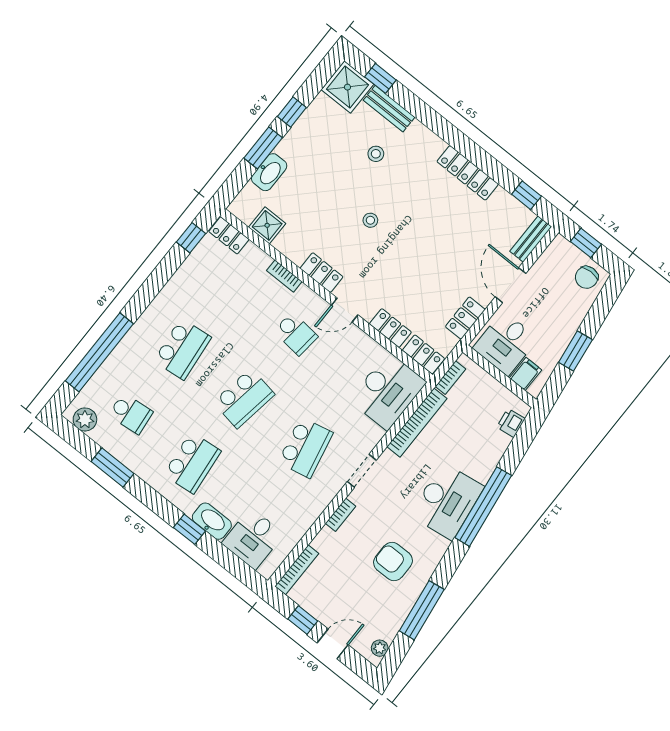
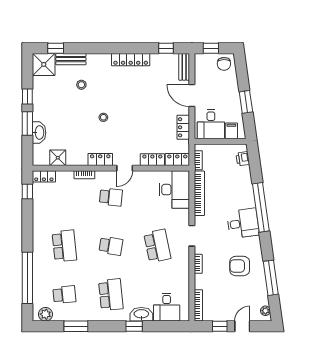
school desk: (244, 398) -> (111, 246), width x0.54
desk: (447, 501) -> (243, 223), width x0.73

